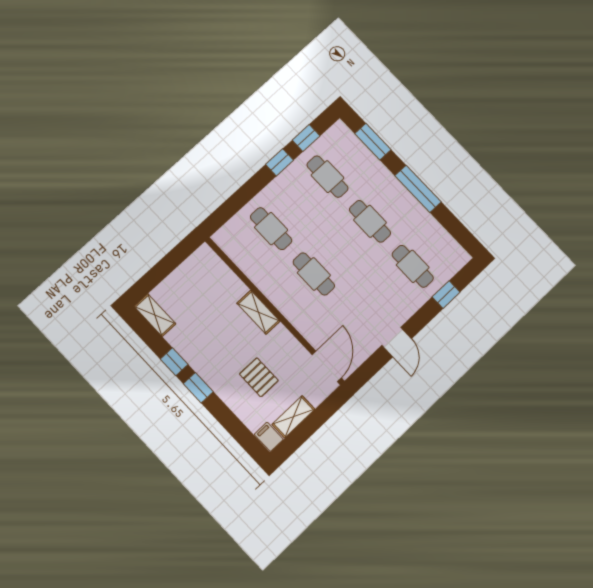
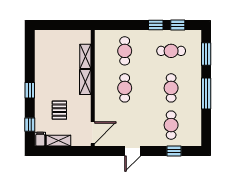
cafe table: (327, 177) -> (171, 51), turned 90
shelving: (155, 315) -> (85, 56), moved
window: (174, 362) -> (30, 125), moved

